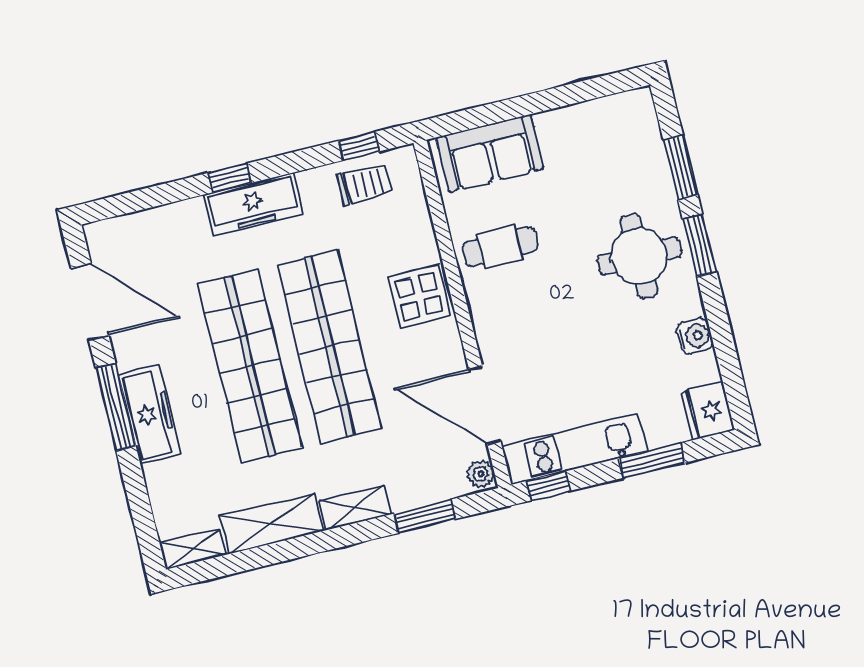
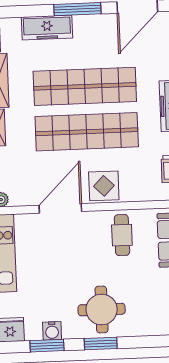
window: (681, 168) -> (47, 346), moved
door: (485, 405) -> (60, 208), moved
freezer: (150, 414) -> (47, 28), moved

